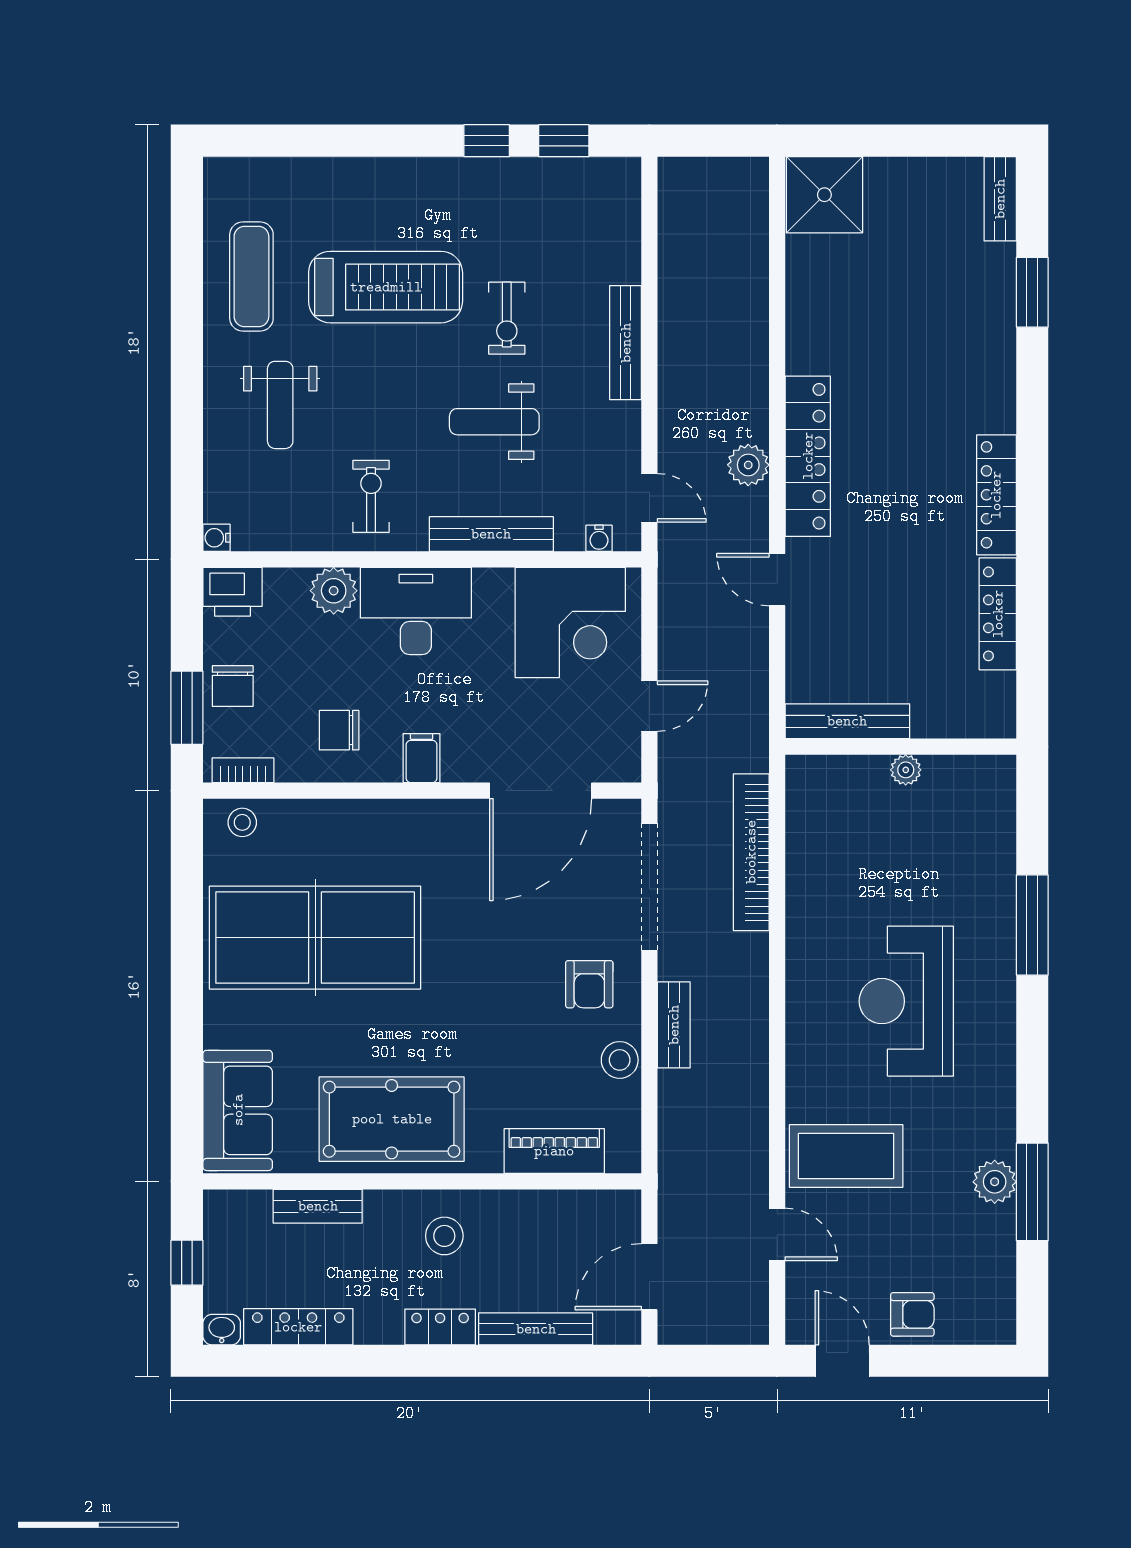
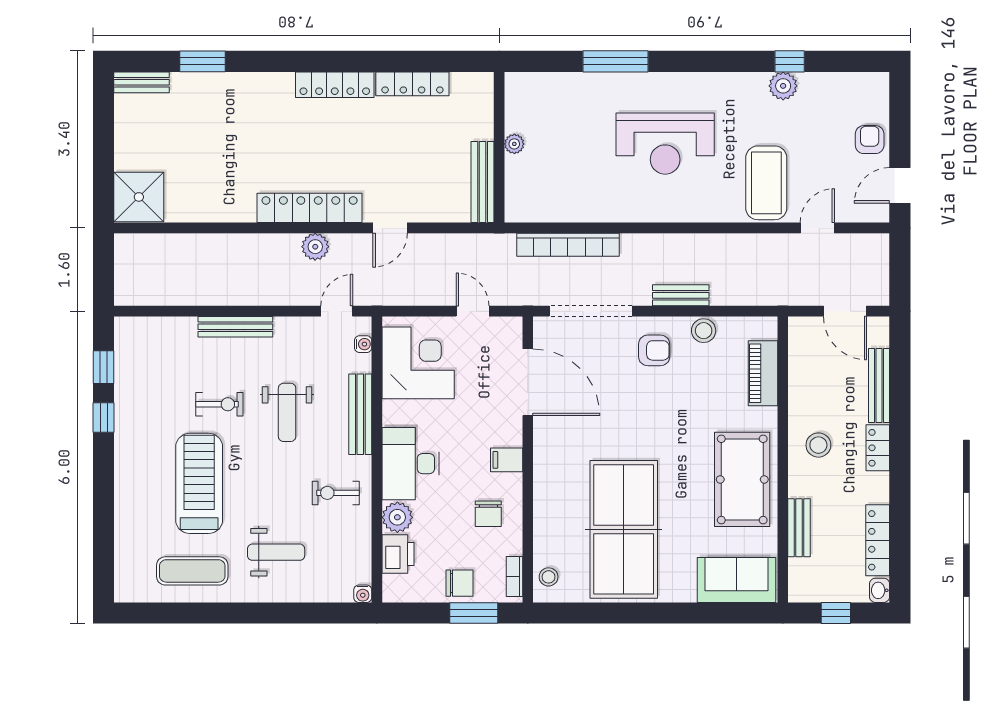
printer: (232, 592) -> (398, 554), moved
window: (1032, 1192) -> (790, 61), width x0.46

